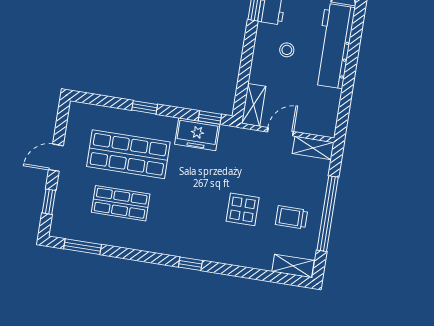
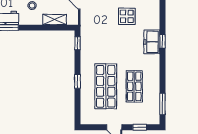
shelving: (254, 105) -> (55, 19), moved
freezer: (197, 134) -> (152, 42), moved, turned 180

